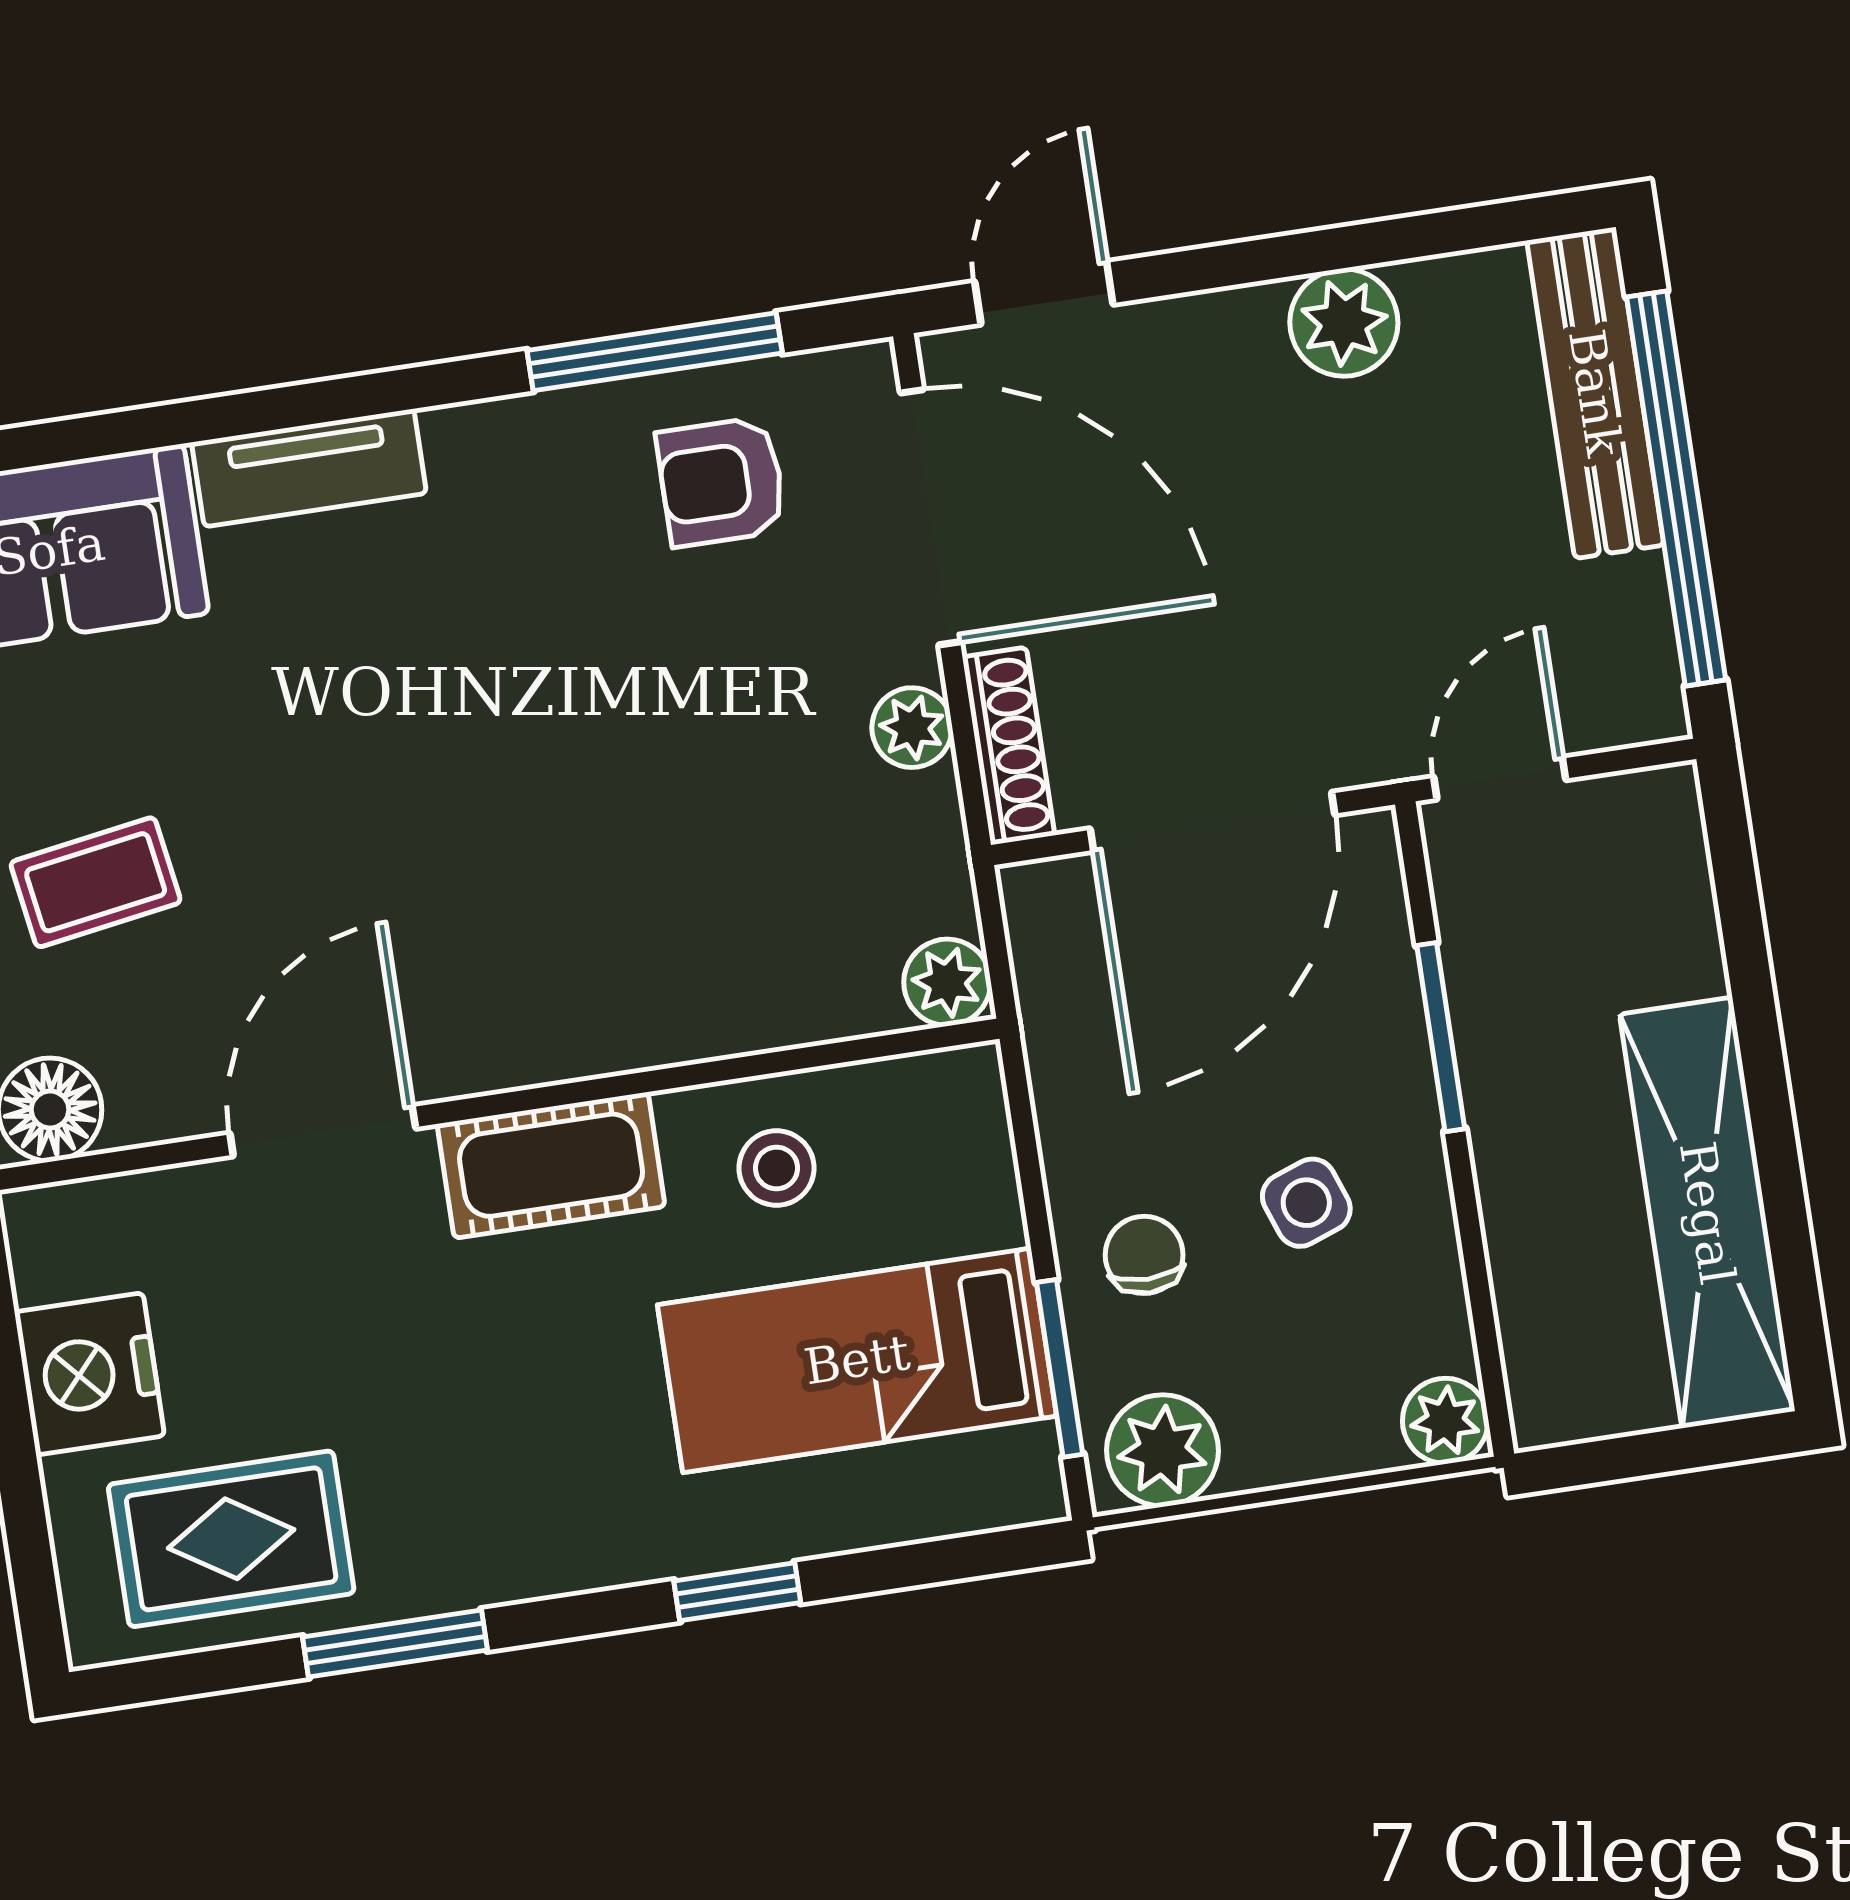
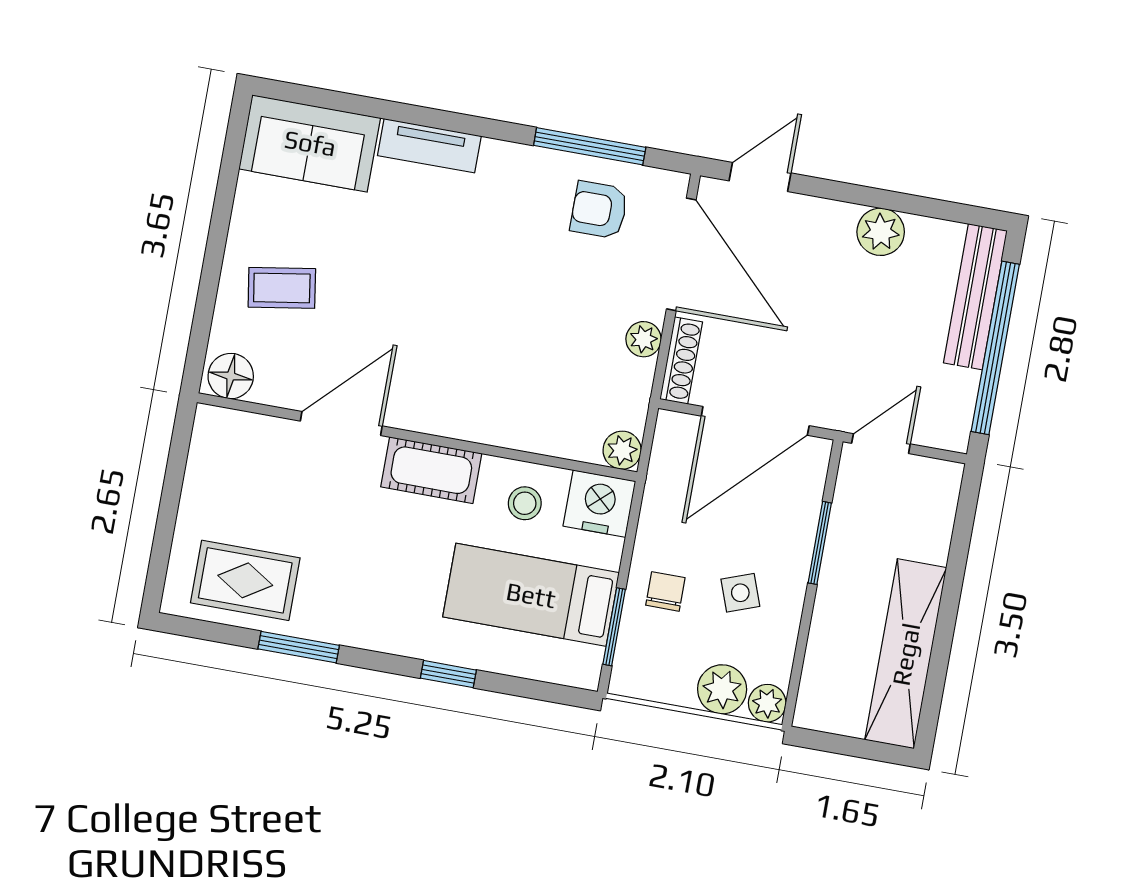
nightstand: (89, 1374) -> (599, 504), moved, turned 90
plant: (1162, 1450) -> (722, 689), moved

